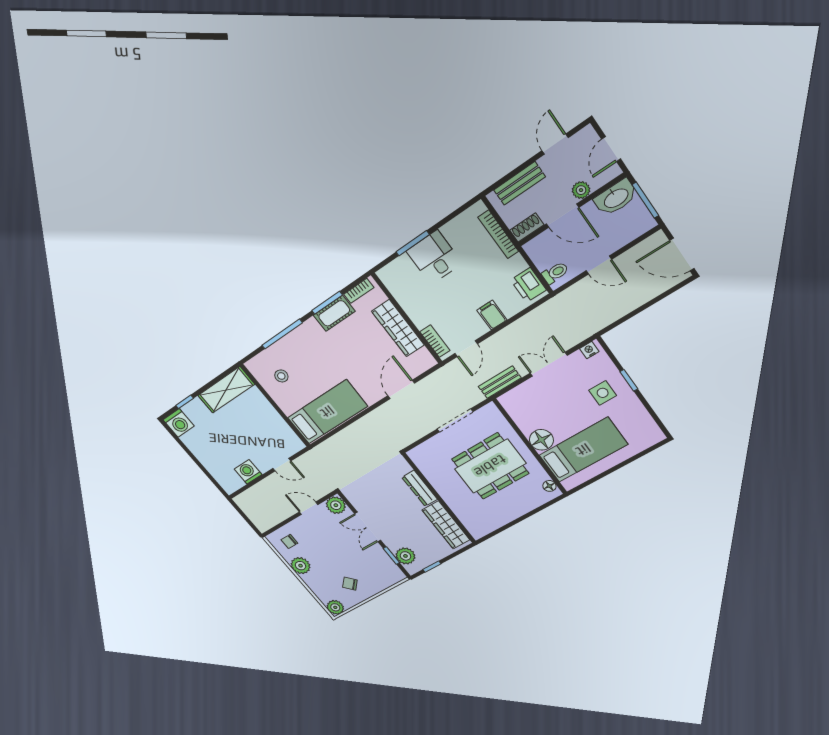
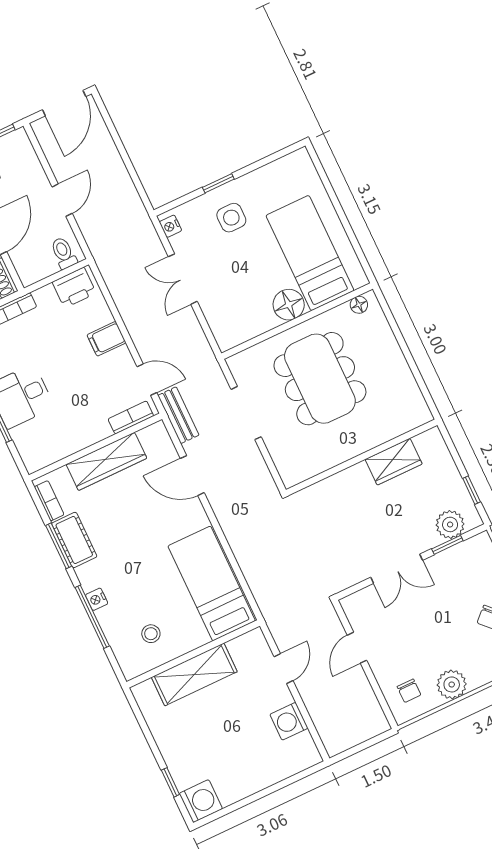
nightstand: (295, 335) -> (97, 599), added
bench: (500, 382) -> (178, 415), moved
shelving: (226, 390) -> (194, 674), moved, turned 90
dresser: (420, 488) -> (343, 481), removed
plant: (336, 505) -> (357, 607), removed
wardrobe: (446, 525) -> (394, 462), width x0.67

